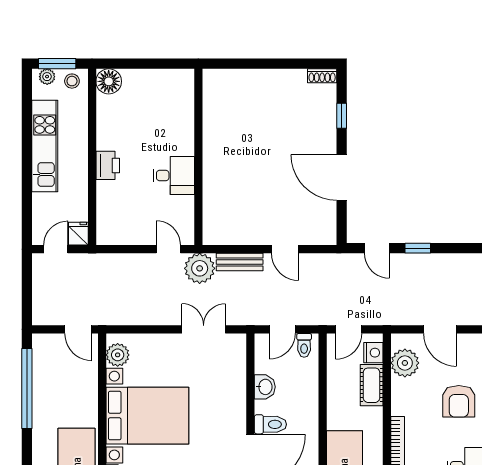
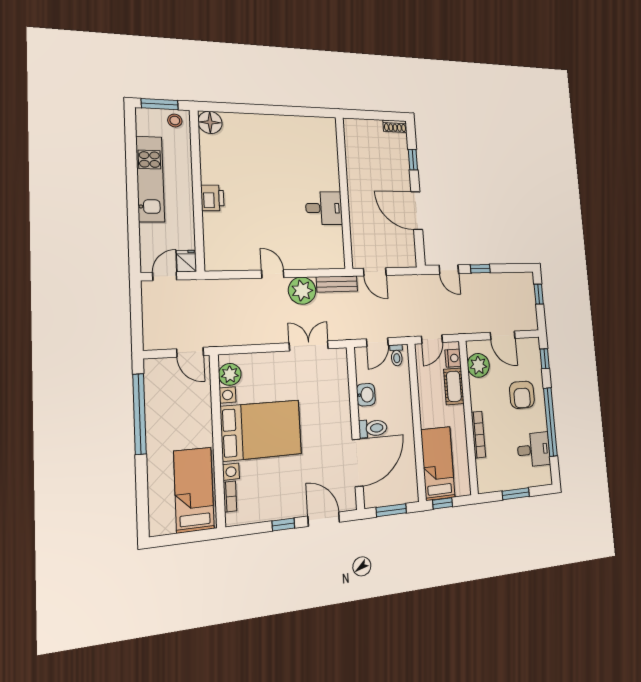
plant: (47, 77) -> (150, 115), removed
wall: (198, 157) -> (344, 192), moved
desk: (174, 175) -> (324, 208), moved

